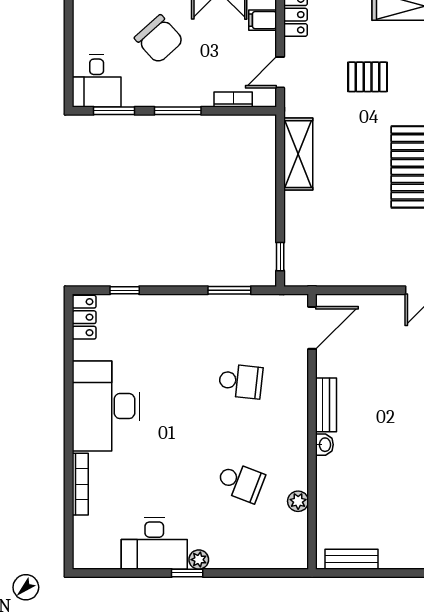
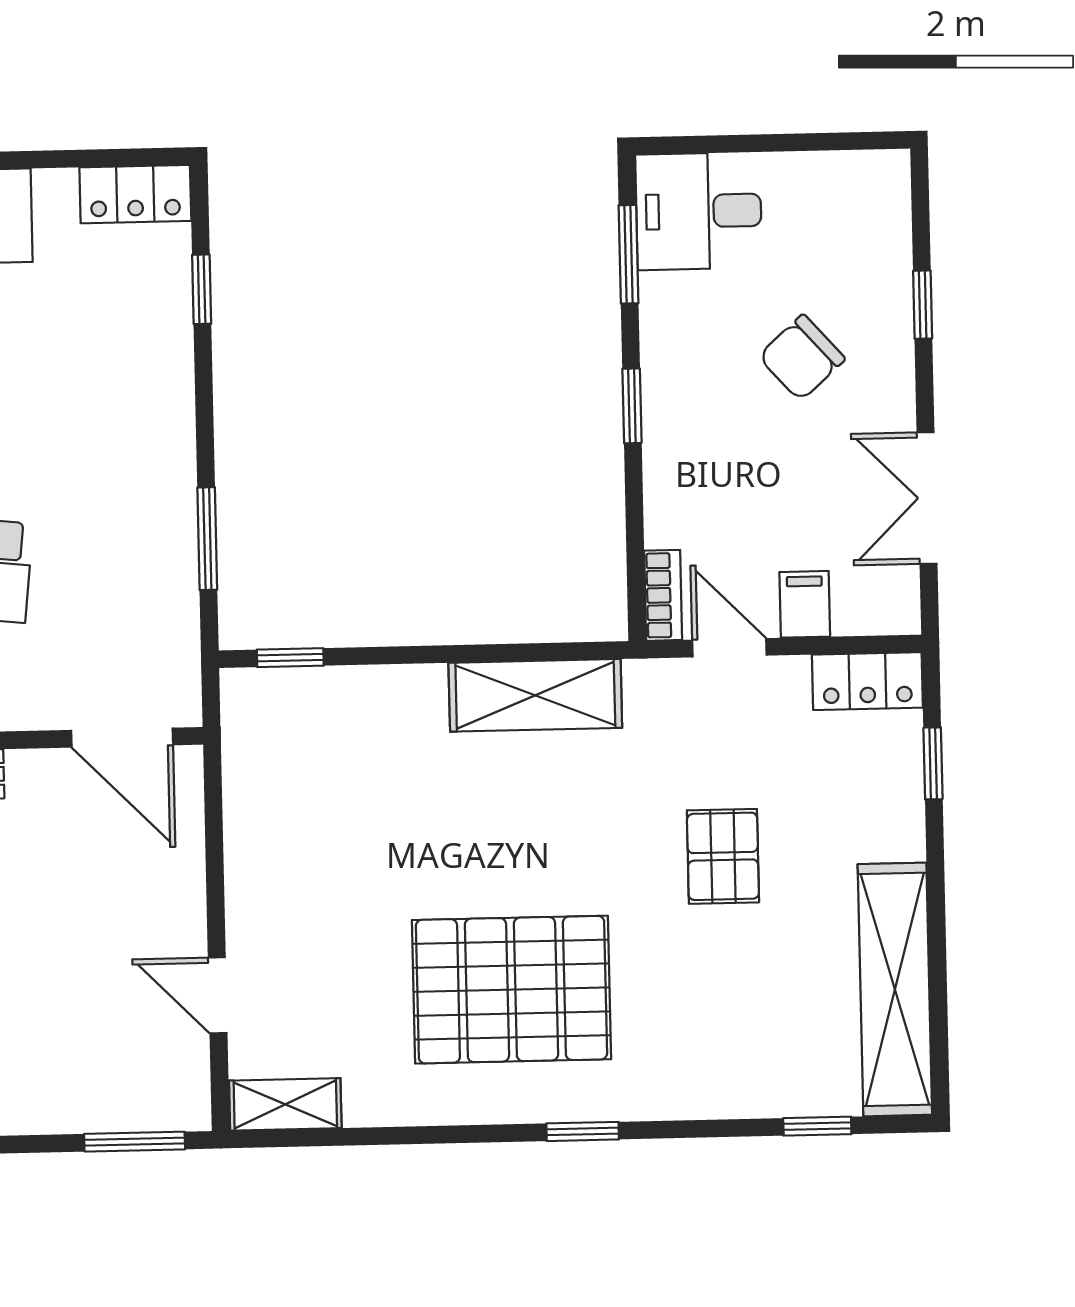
filing cabinet: (263, 20) -> (805, 604), moved
chair: (159, 39) -> (802, 358), width x0.73, depth x0.73
bookcase: (233, 100) -> (663, 595), moved
window: (178, 111) -> (632, 406), width x0.67

